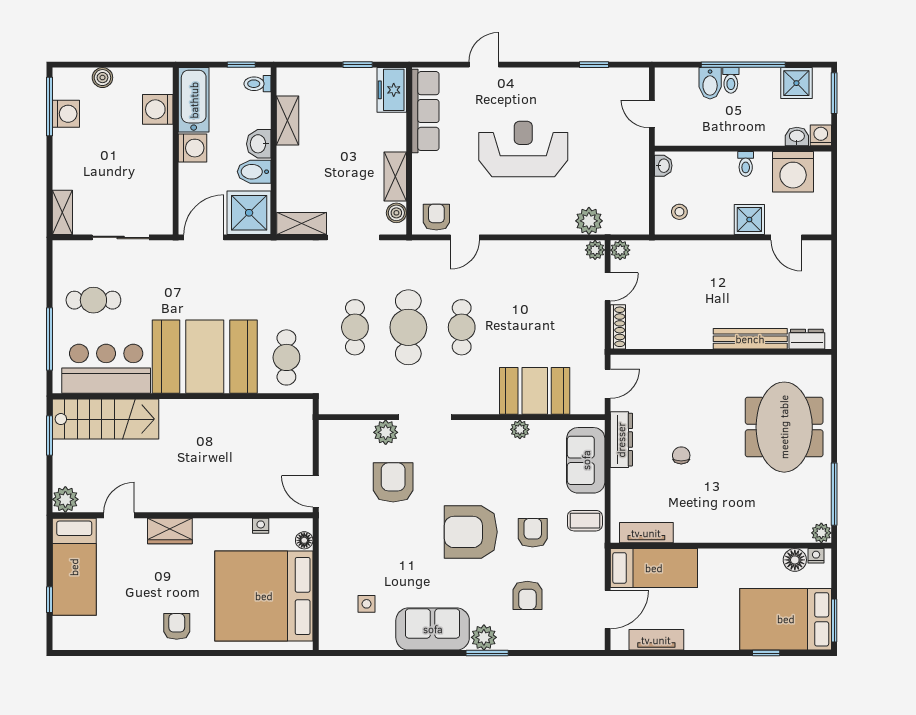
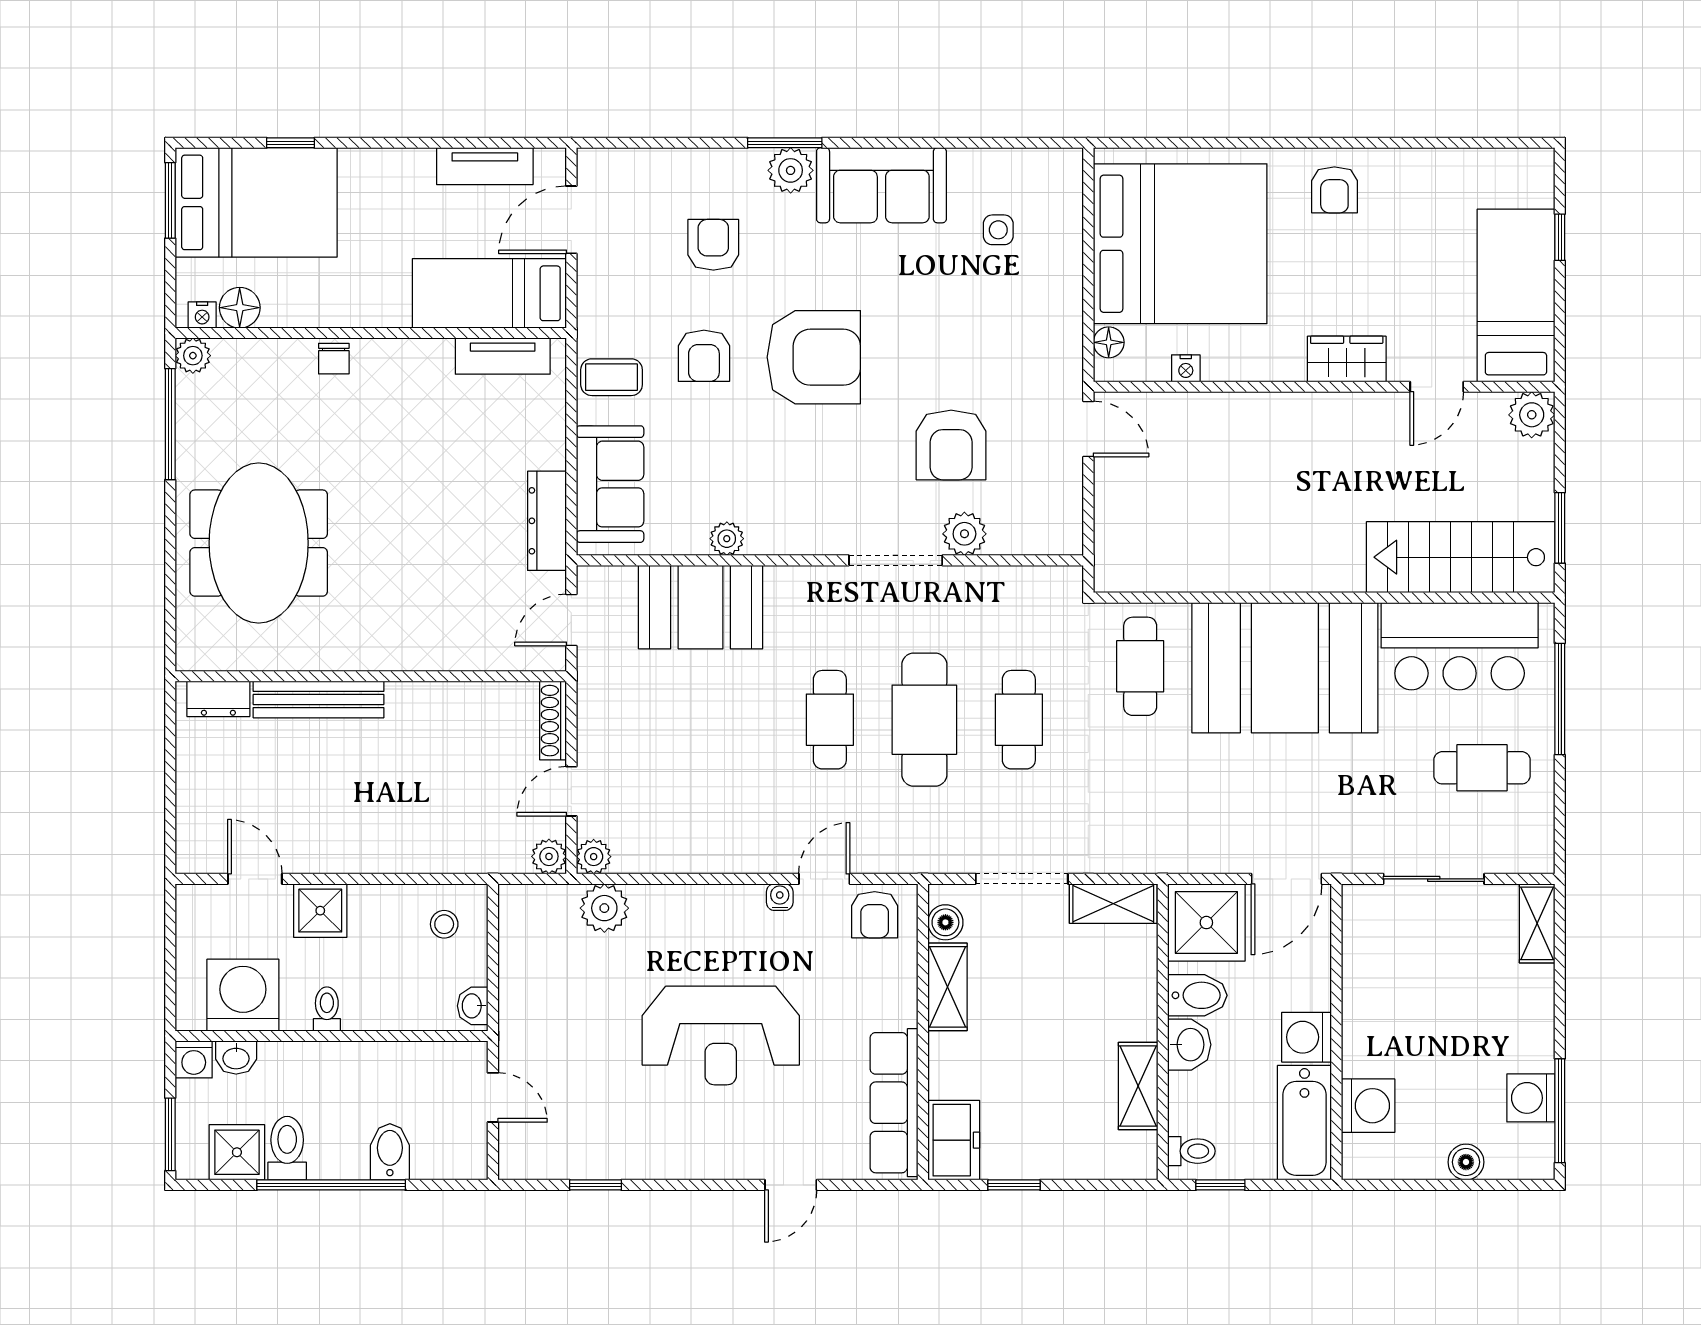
toilet: (731, 80) -> (287, 1148), moved, width x1.37, depth x1.39
water cooler: (490, 227) -> (780, 897), added
chair: (681, 455) -> (334, 359), moved

